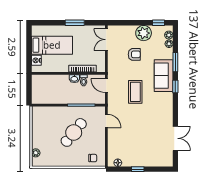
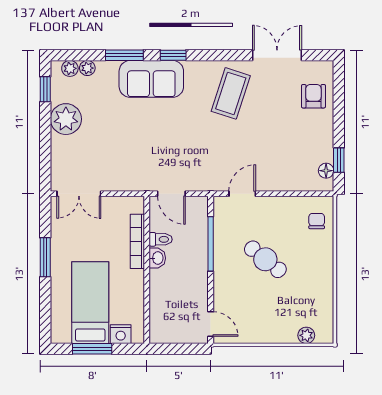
window: (29, 46) -> (92, 349), added
armchair: (134, 54) -> (313, 96), moved
door: (106, 86) -> (171, 194), hinge flipped
coffee table: (135, 92) -> (231, 93), moved, turned -72
door: (41, 105) -> (211, 324), added
cafe table: (74, 132) -> (265, 259), width x0.73, depth x0.74
window: (138, 169) -> (339, 160), moved

